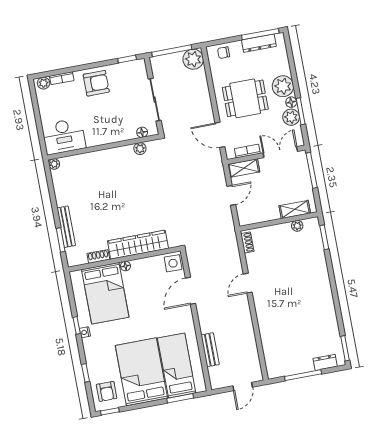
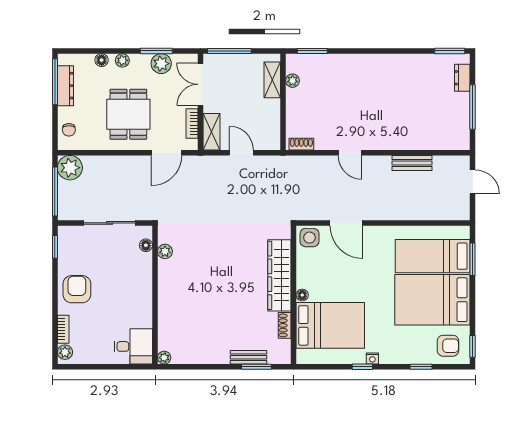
plant: (283, 86) -> (122, 60), width x0.53, depth x0.53
floor lamp: (291, 102) -> (102, 60), moved
desk: (64, 136) -> (133, 346), width x0.73
bench: (66, 227) -> (248, 357), width x0.73
bench: (210, 350) -> (412, 163), moved

